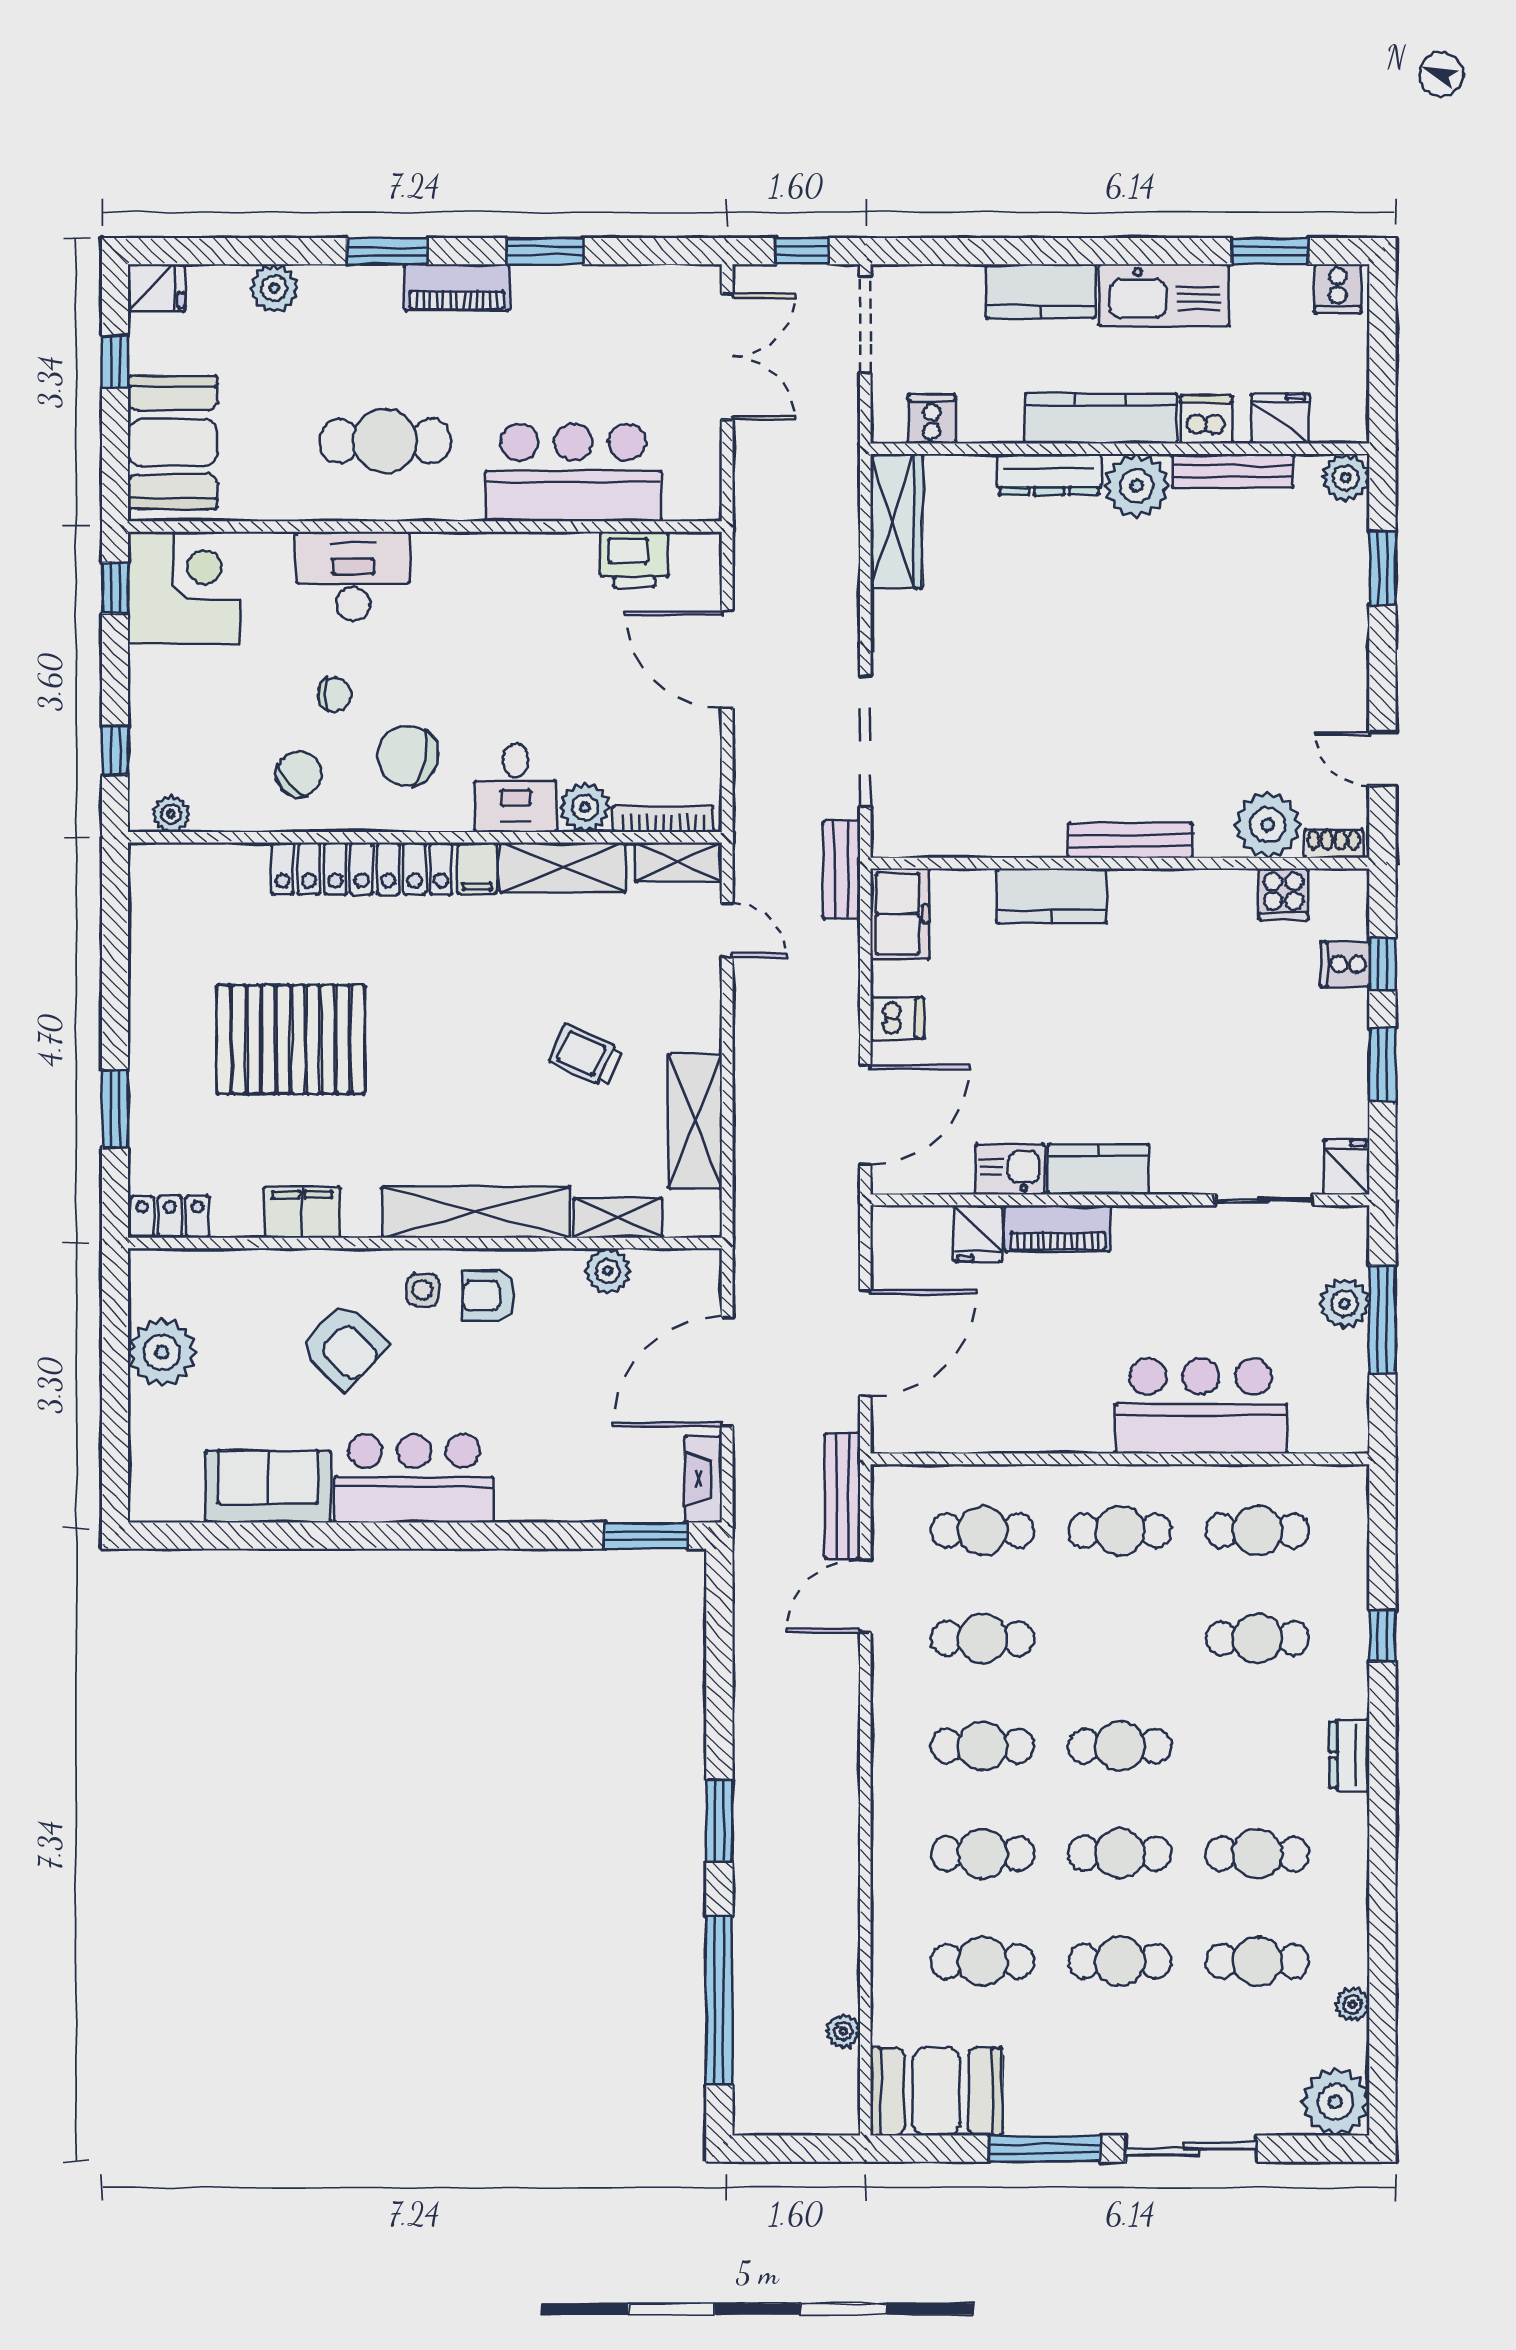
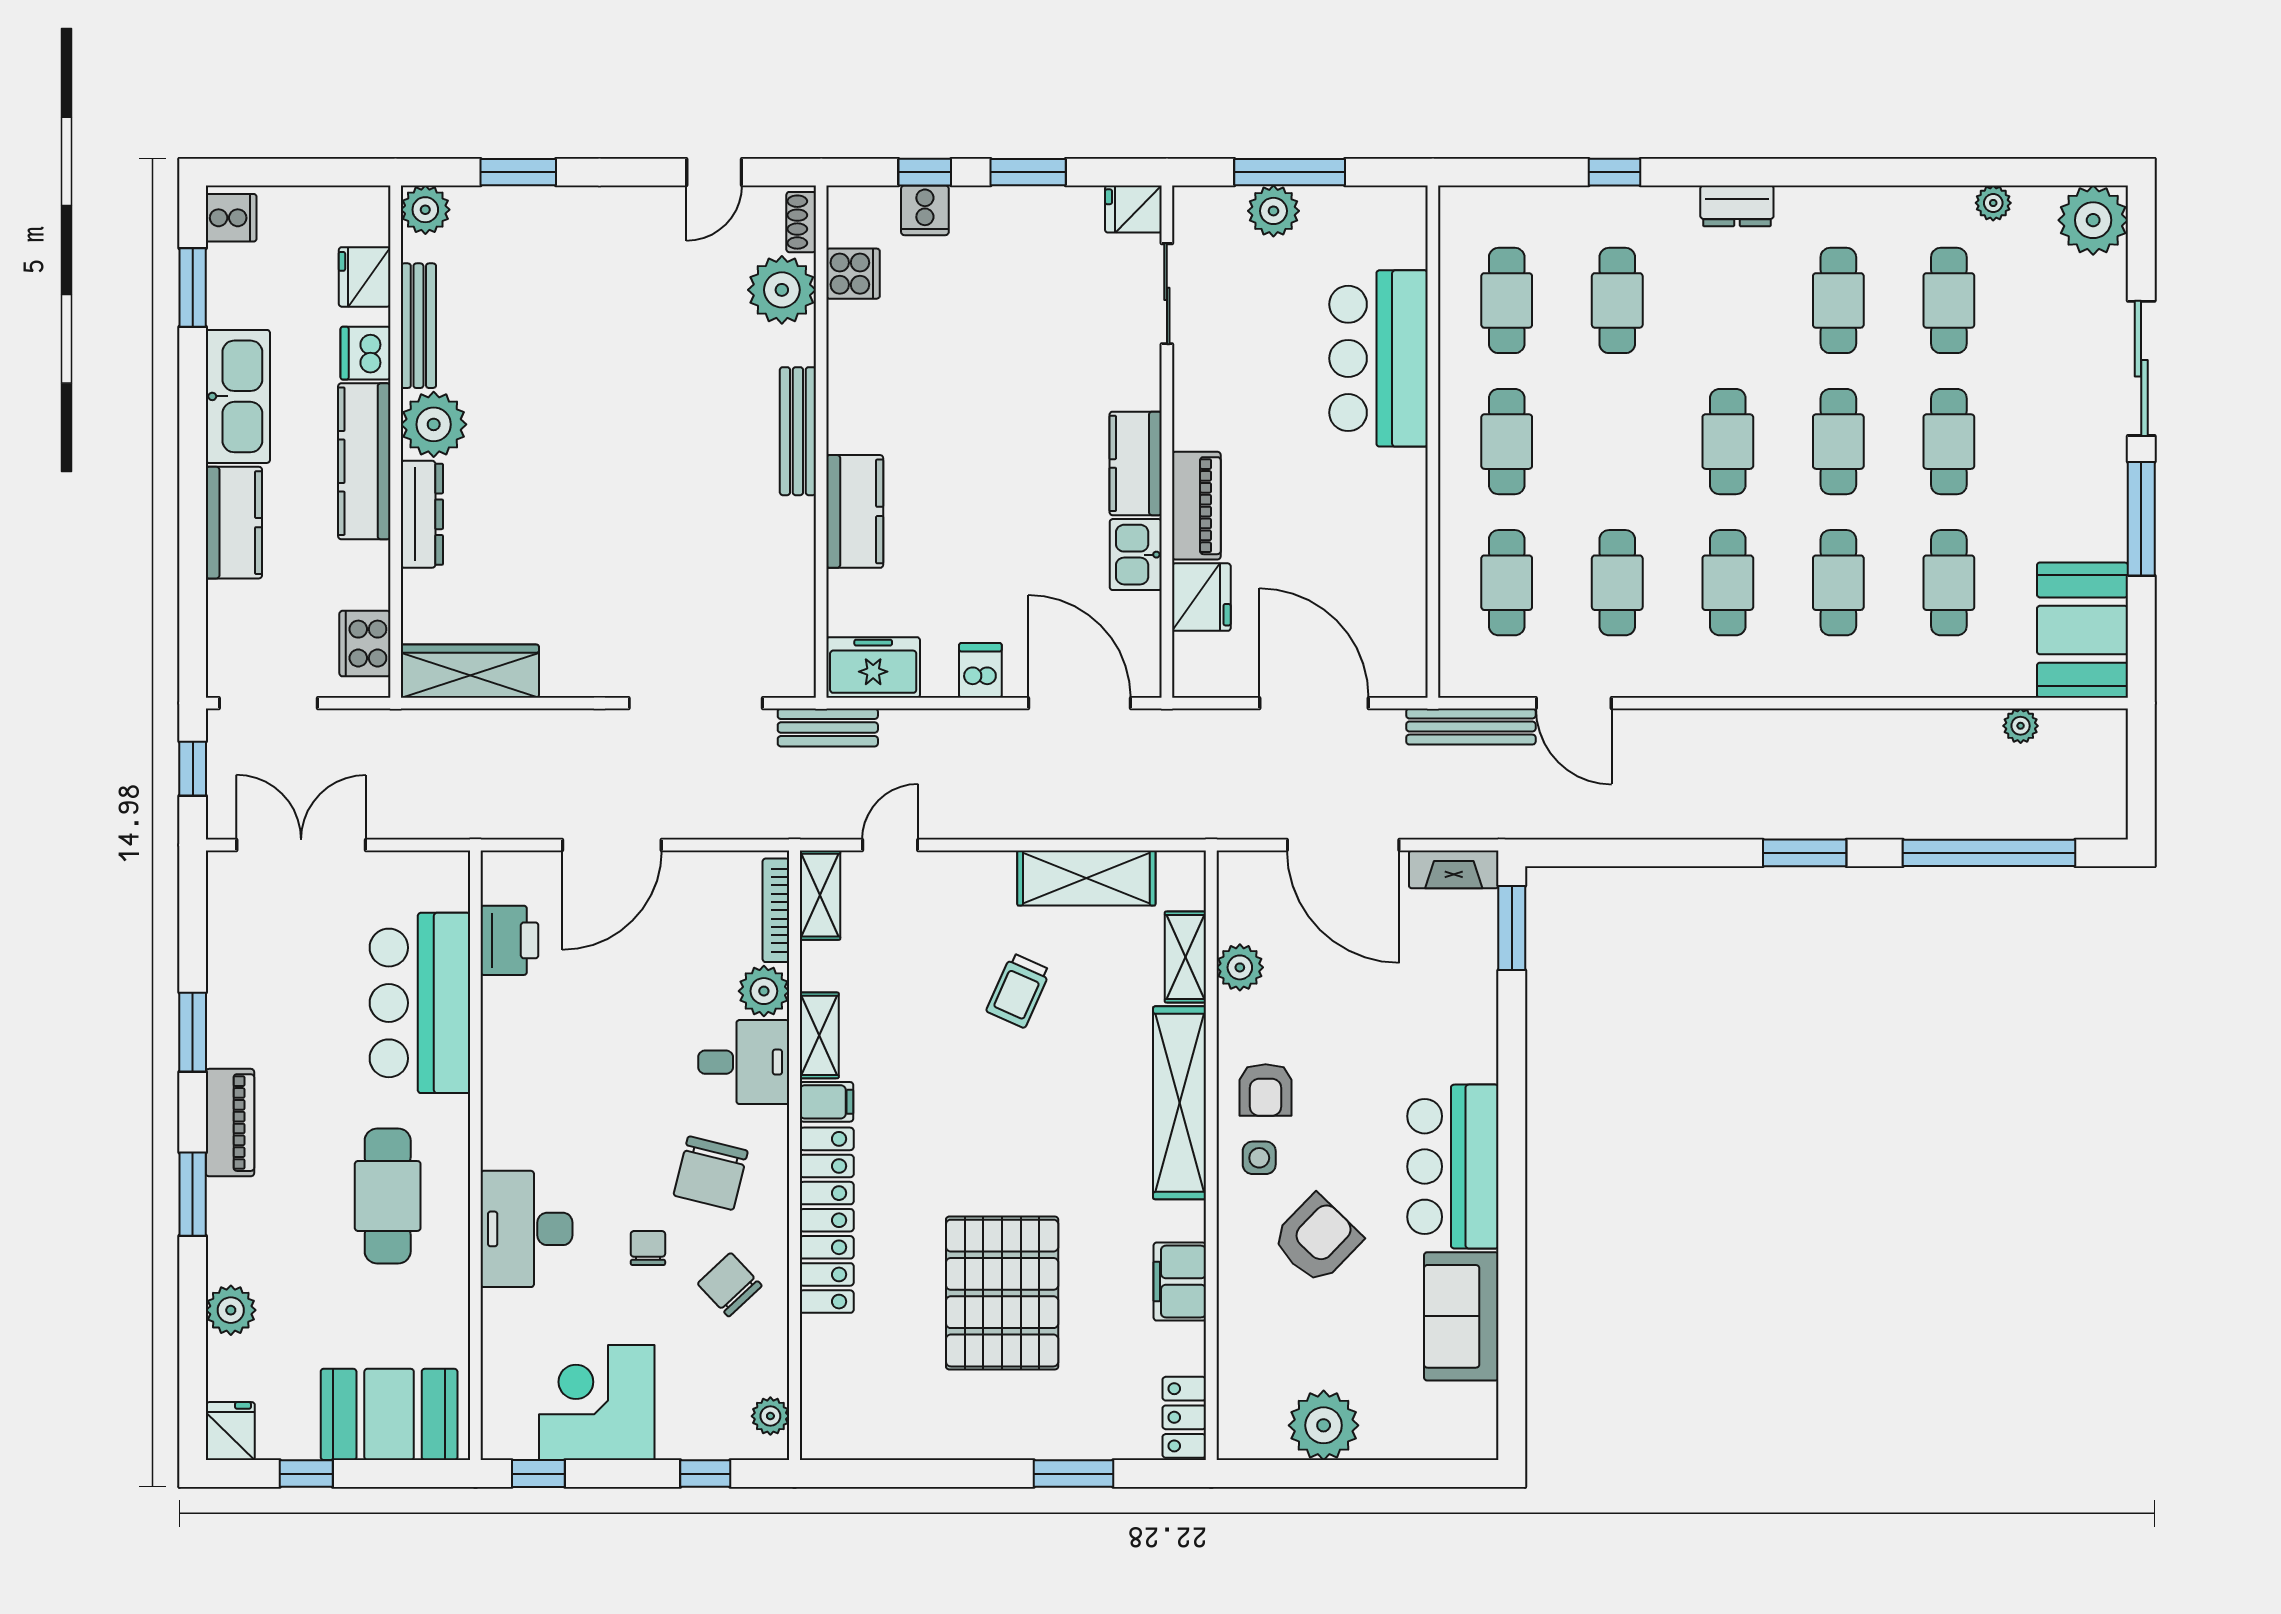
cooker: (932, 419) -> (365, 644), width x1.36
corner desk: (184, 588) -> (597, 1403), moved
shelving: (563, 868) -> (819, 1035), width x0.67, depth x0.75
fridge: (978, 1233) -> (1201, 597), width x1.38

